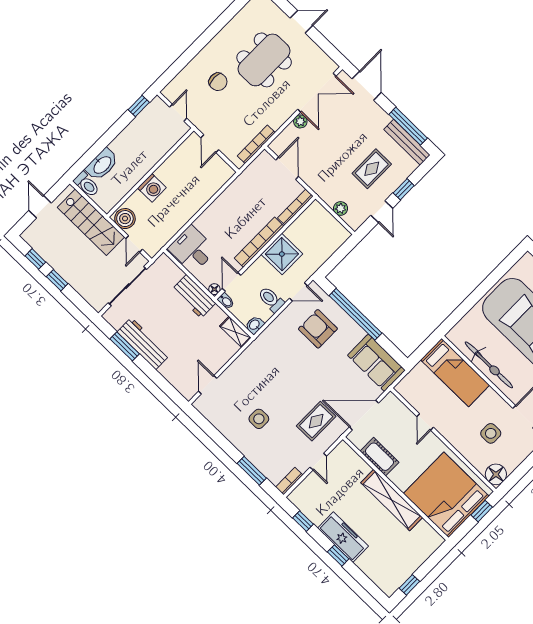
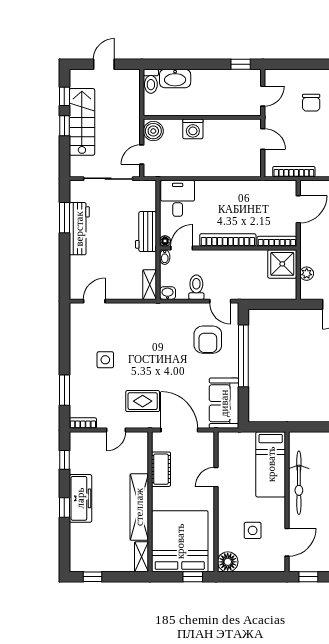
door: (210, 144) -> (263, 139), swing flipped
stairs: (91, 222) -> (82, 122), moved, turned 180
shower: (282, 254) -> (282, 264), moved
armchair: (318, 329) -> (208, 340), turned 180
shelving: (430, 534) -> (141, 557), added

